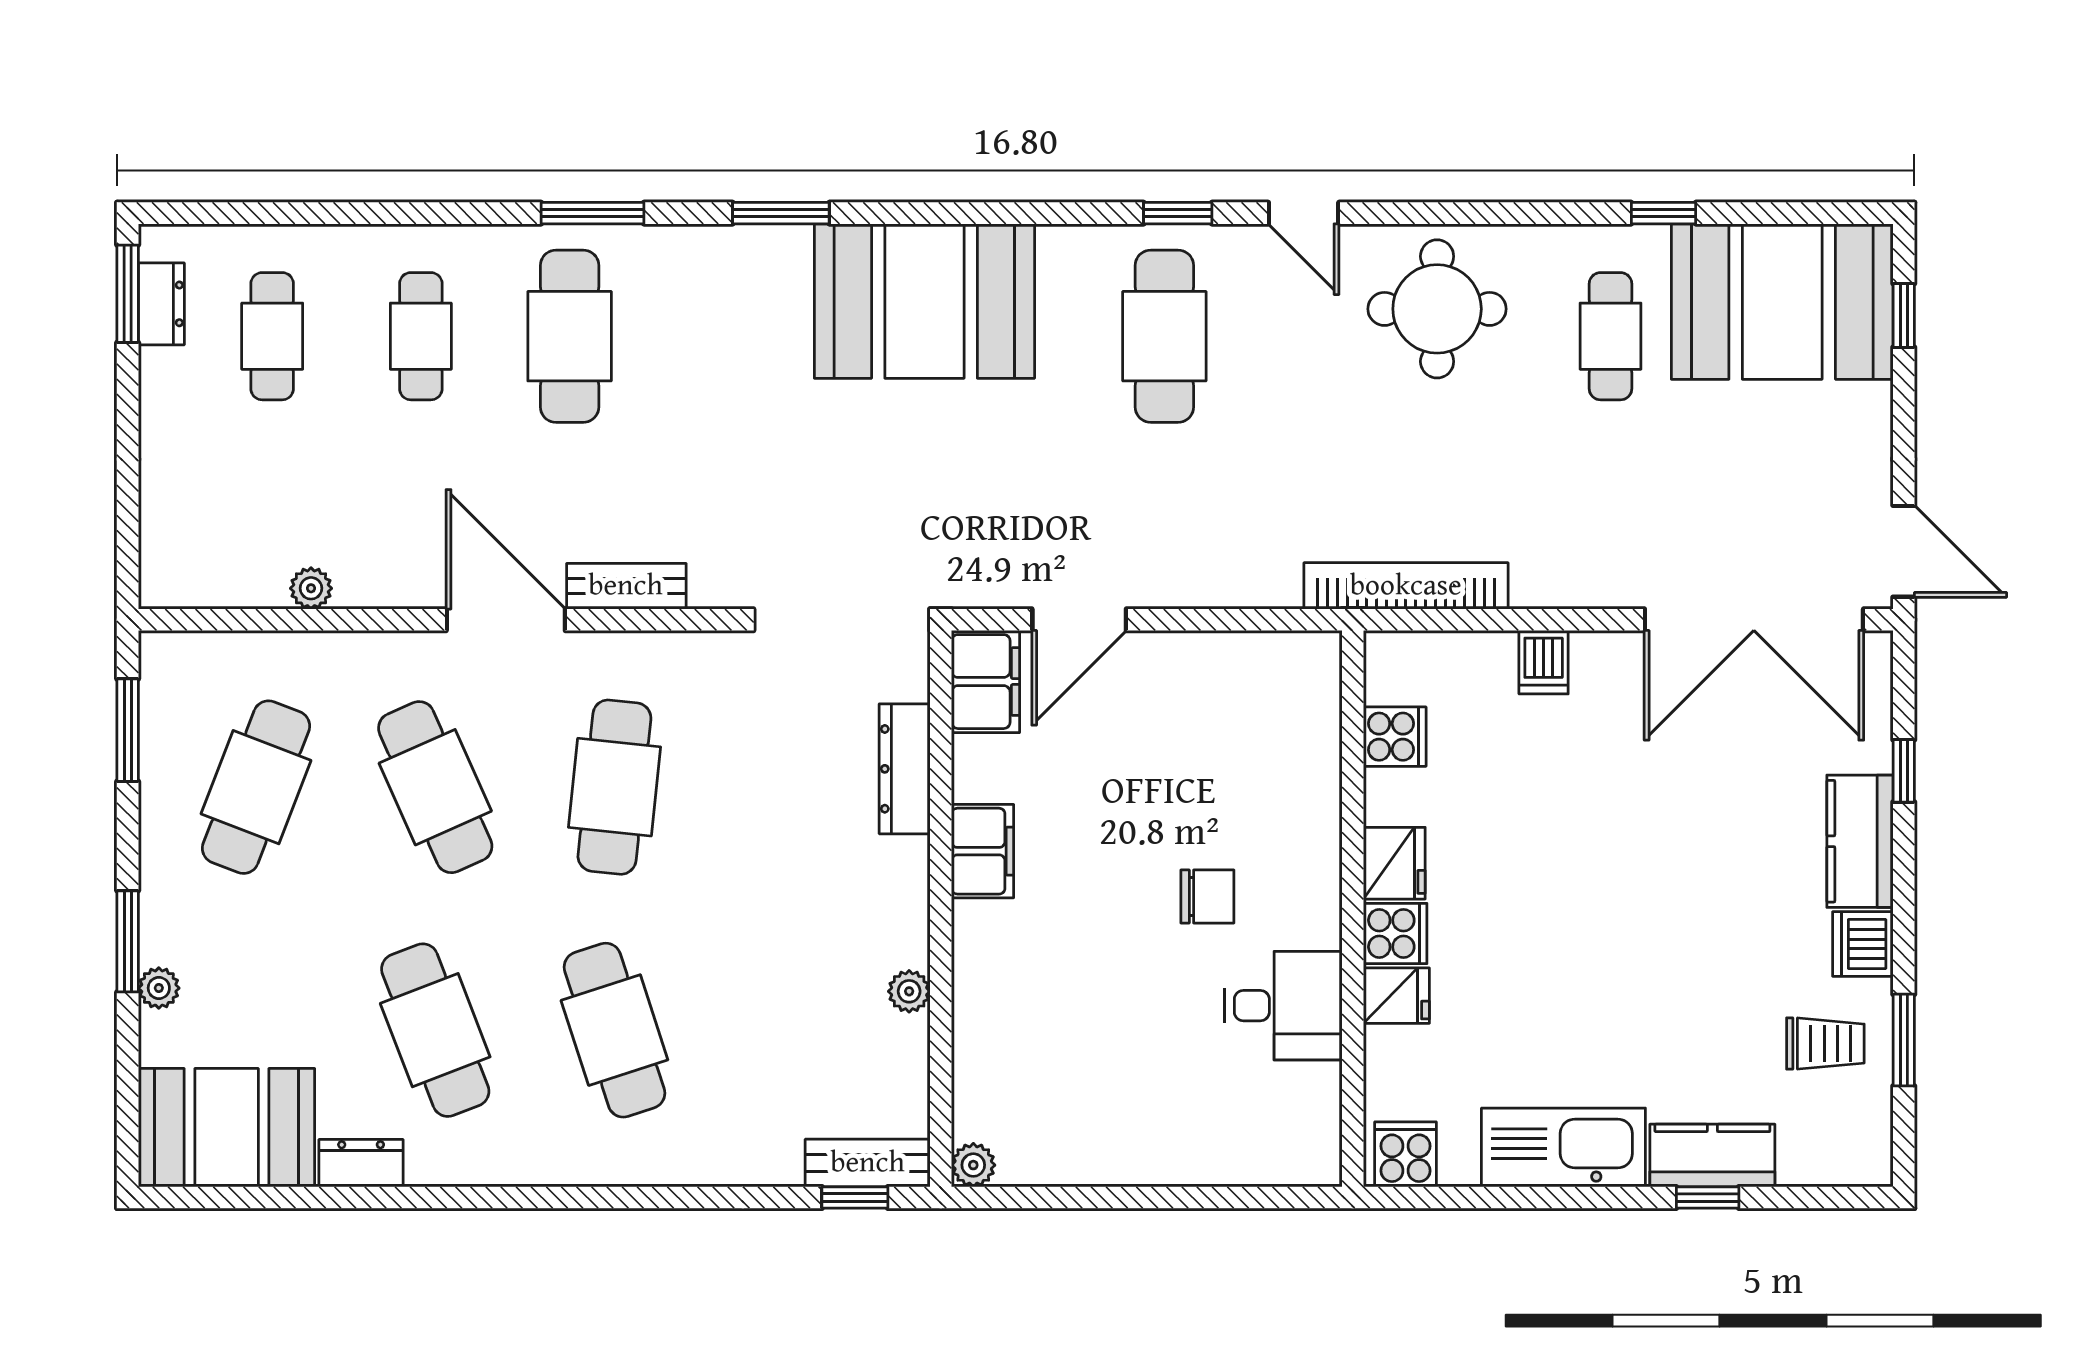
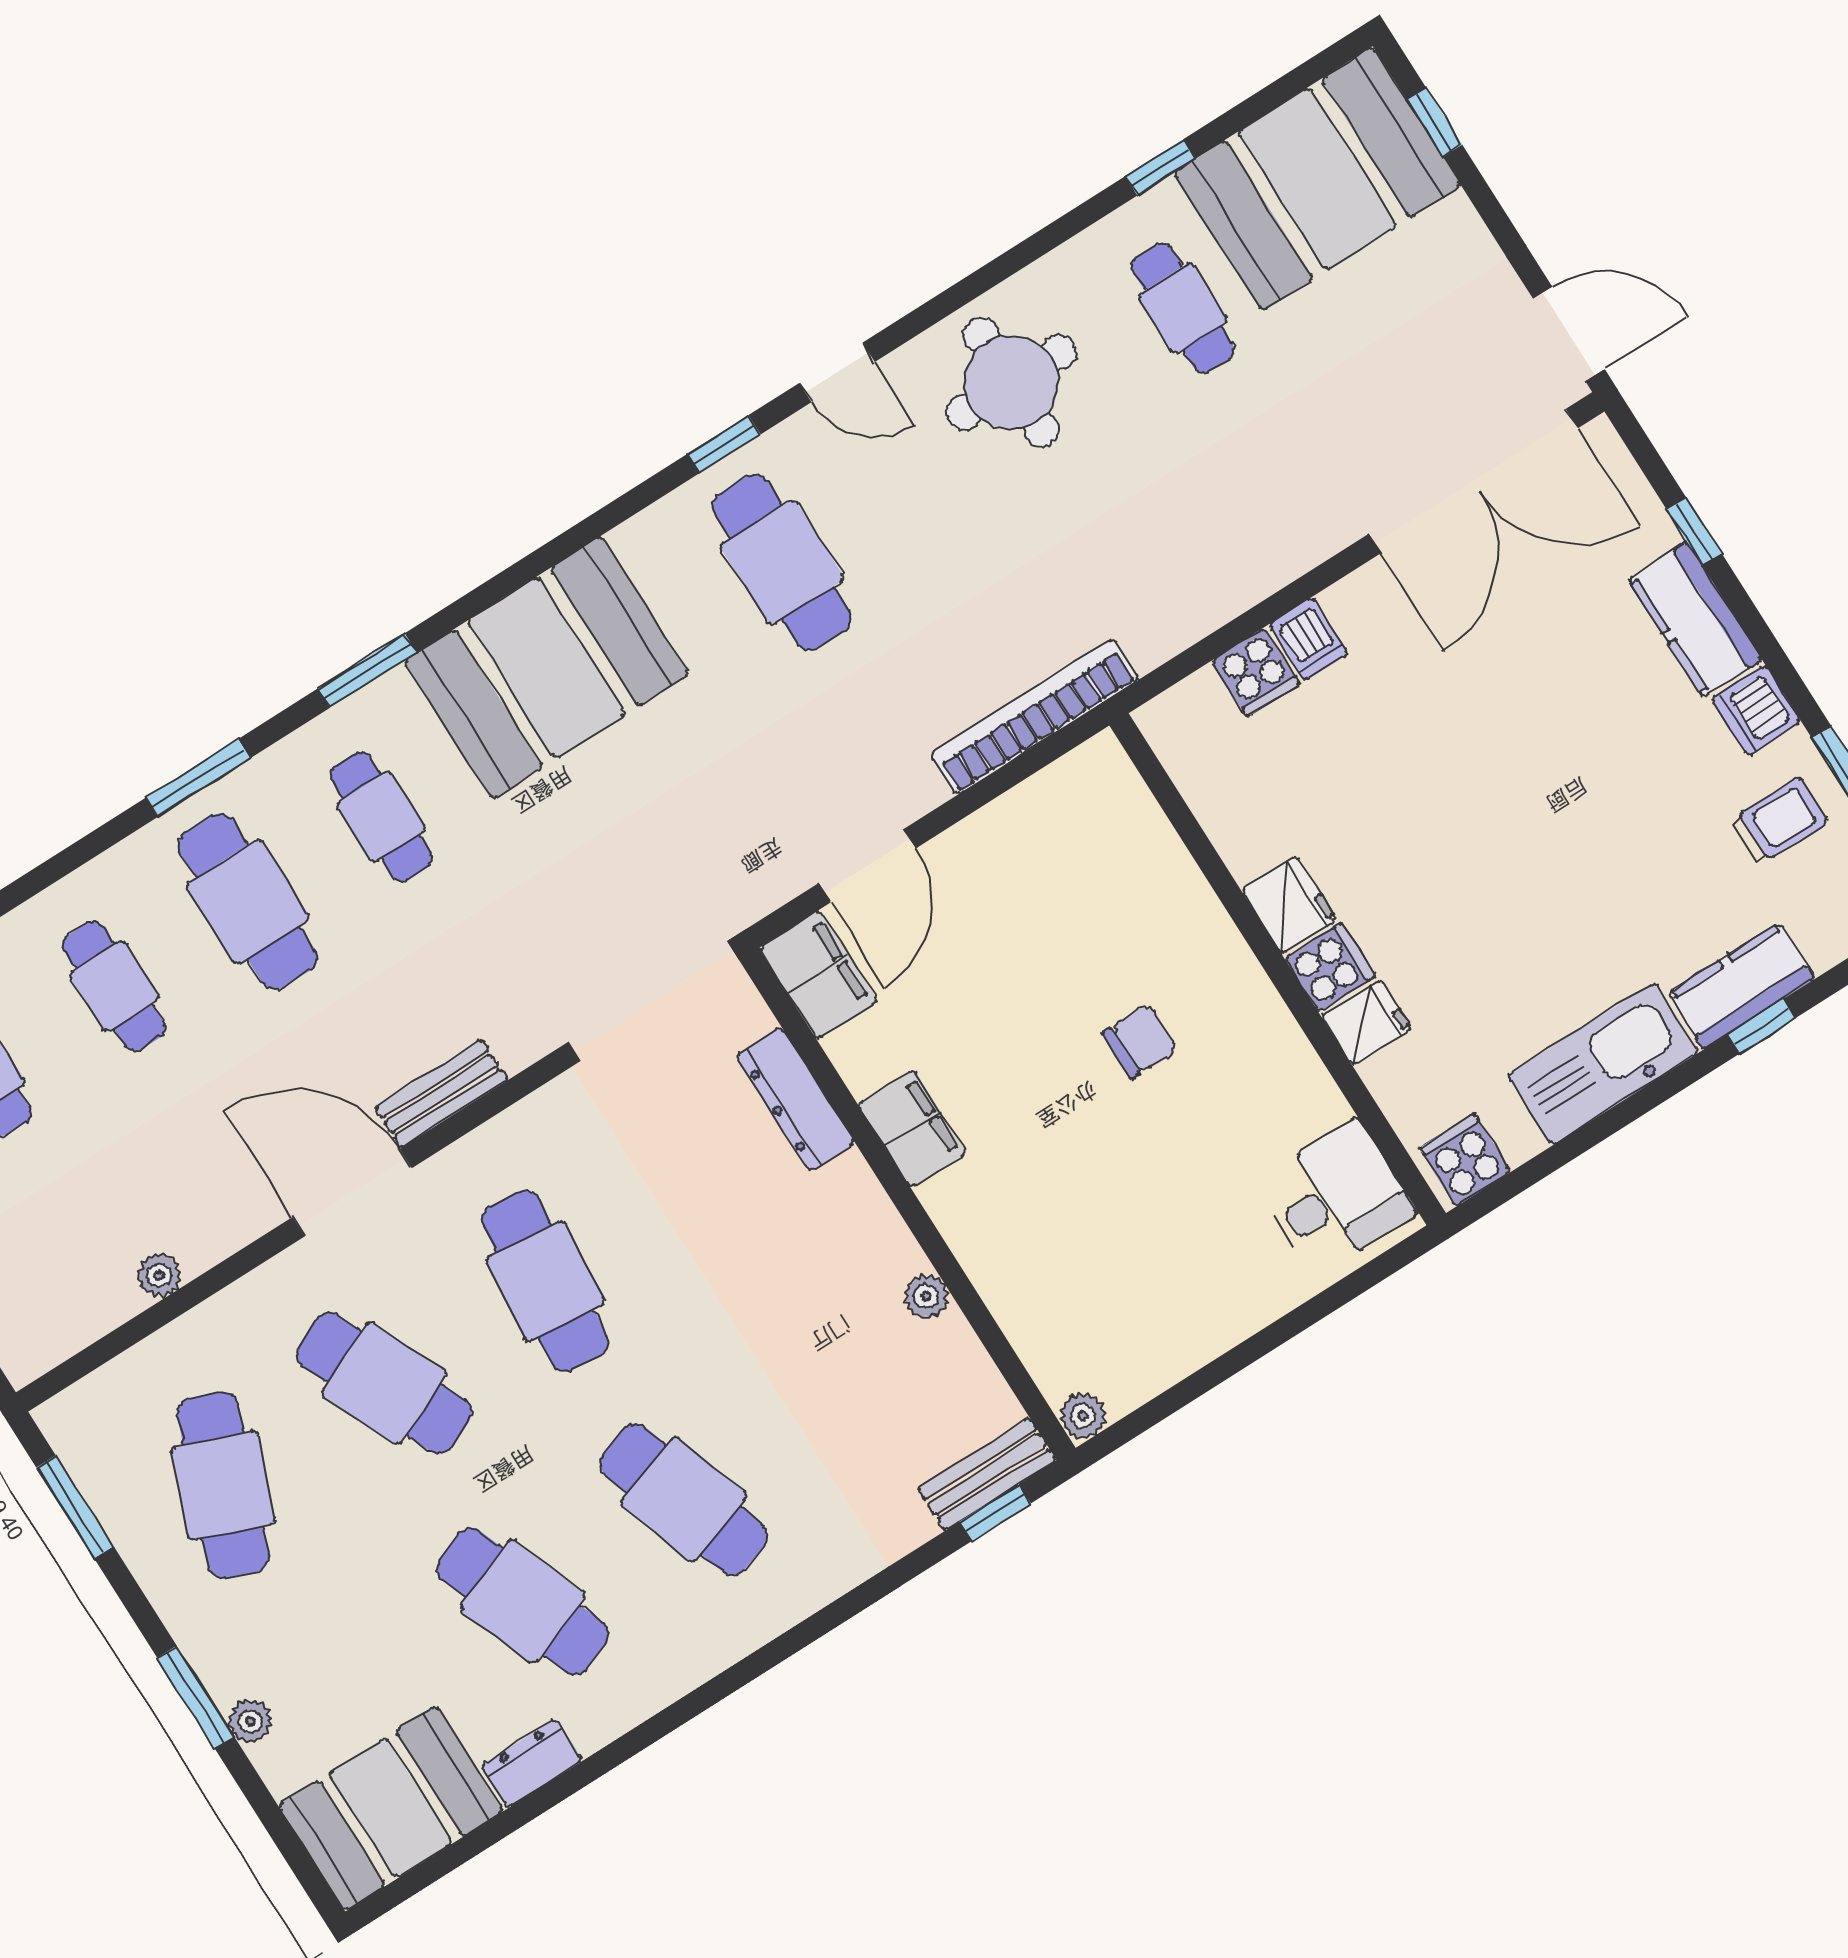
cafe table: (718, 336) -> (381, 817), added
bookcase: (1406, 586) -> (1035, 716), moved
cooker: (1395, 737) -> (1256, 672), moved, turned 90
desk: (1283, 1006) -> (1335, 1198), moved

